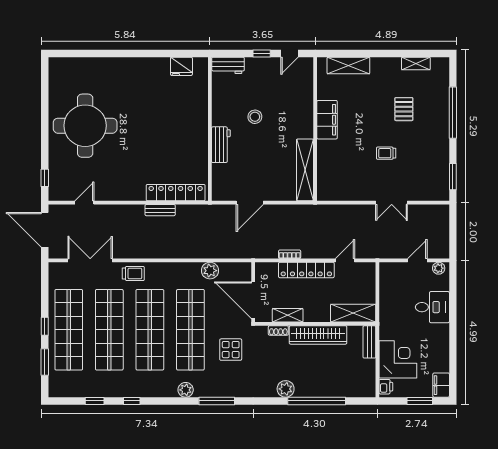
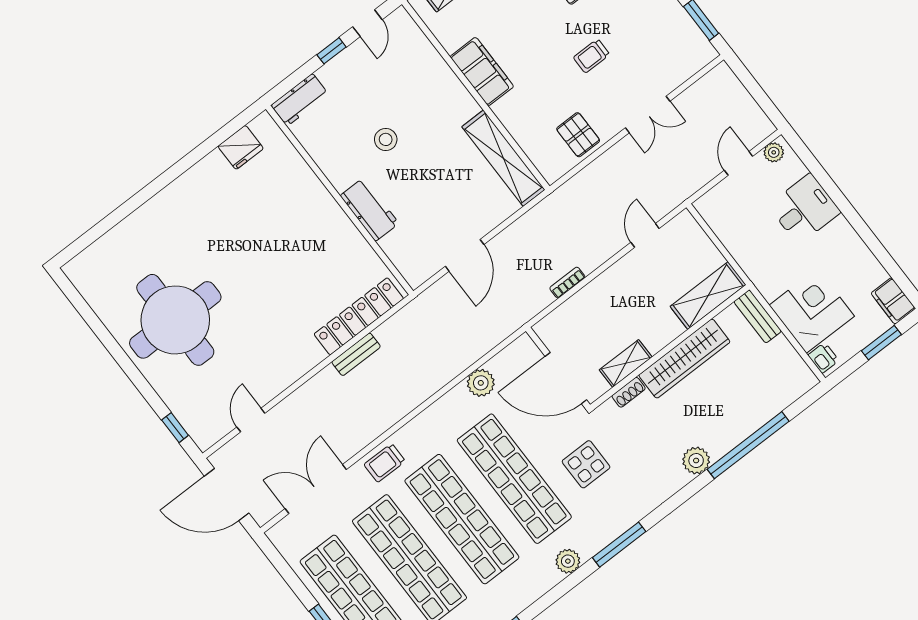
pallet: (350, 186) -> (578, 135), added
locker: (306, 270) -> (605, 286), removed
trolley: (133, 273) -> (385, 463), turned 180

